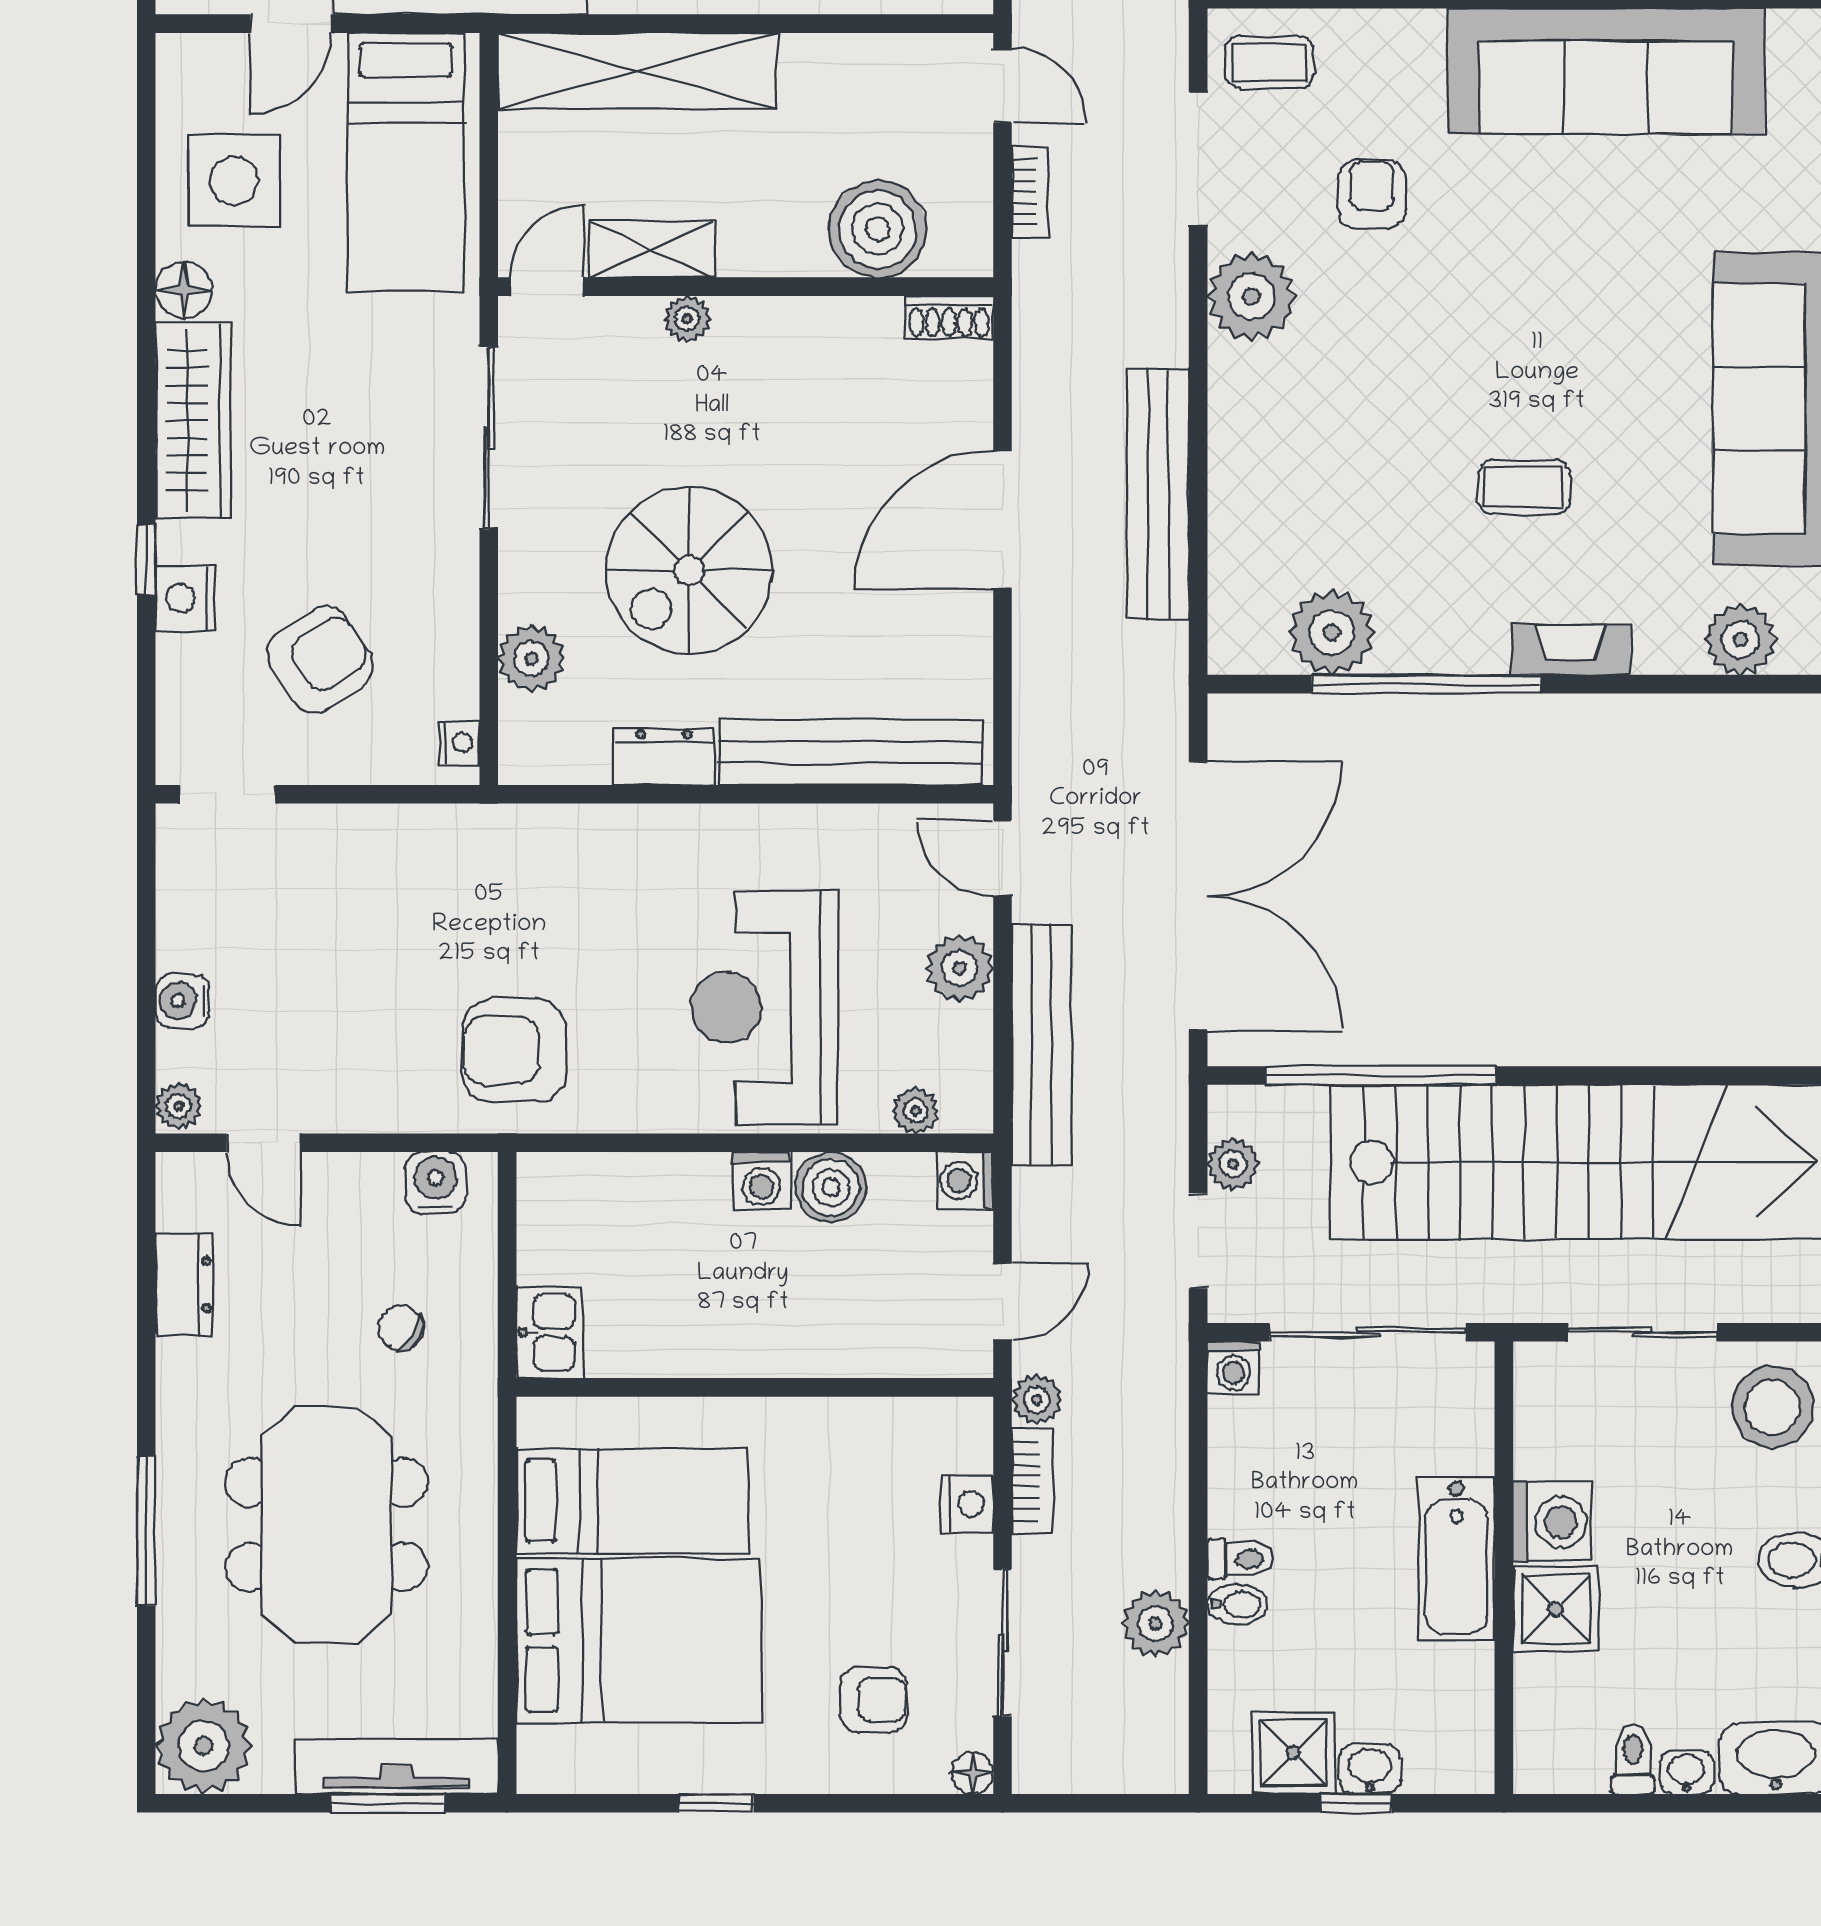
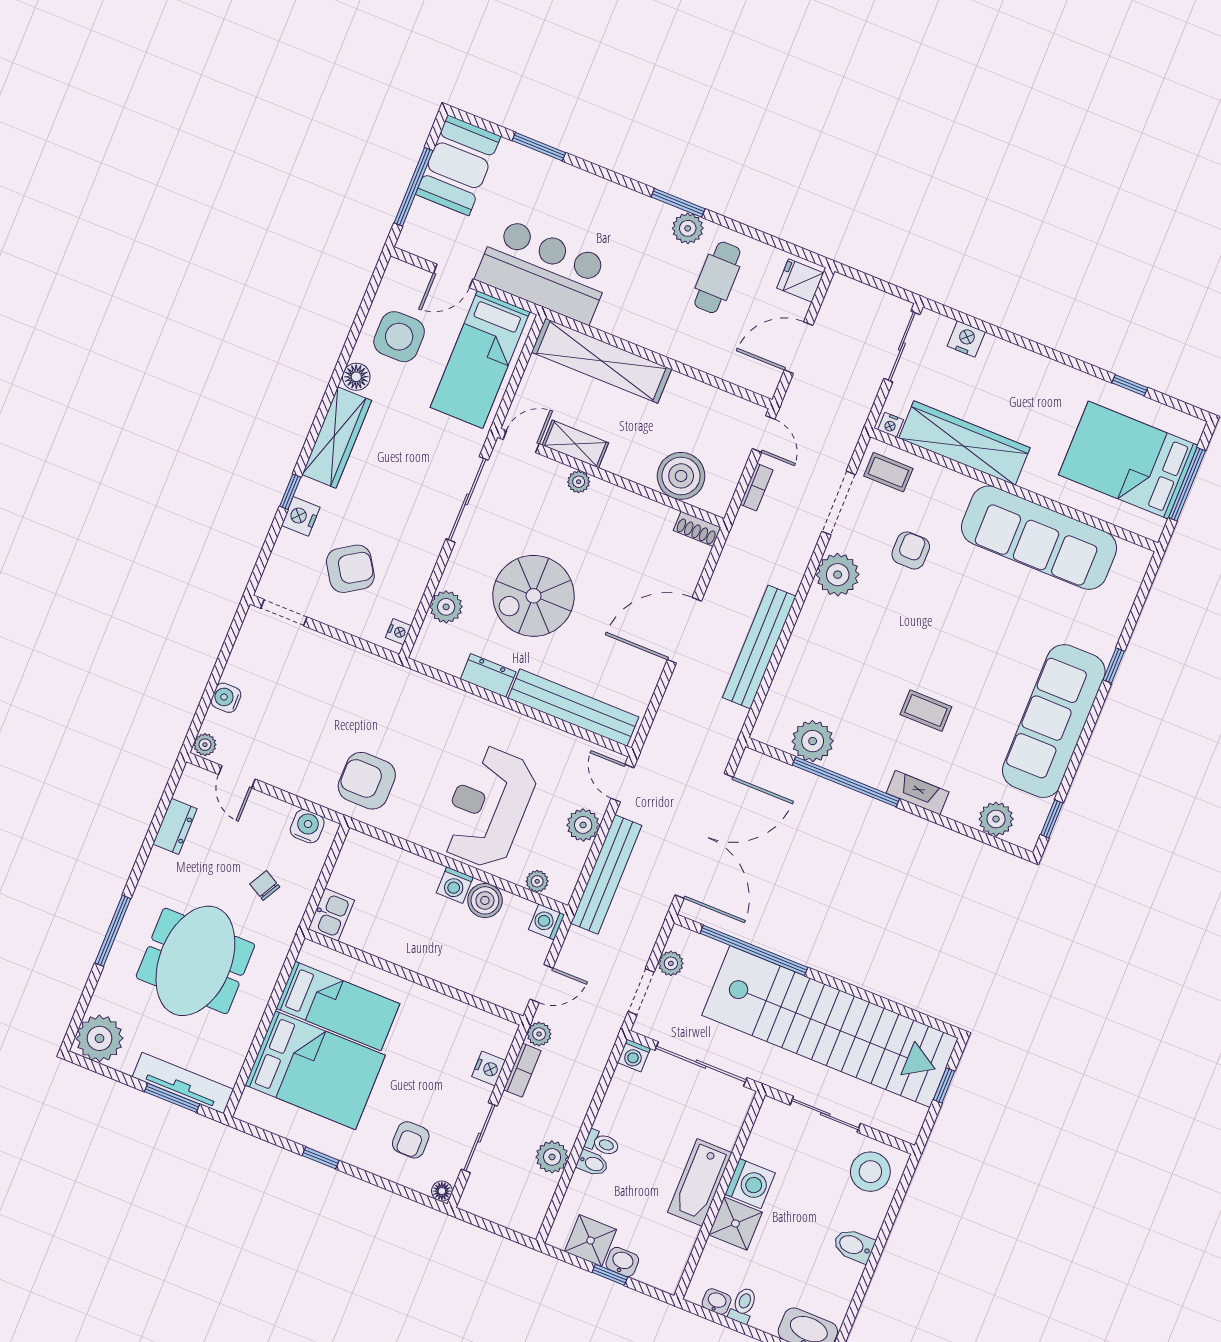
armchair: (874, 1700) -> (411, 1140), turned 90
washbasin: (1687, 1772) -> (717, 1302), moved

